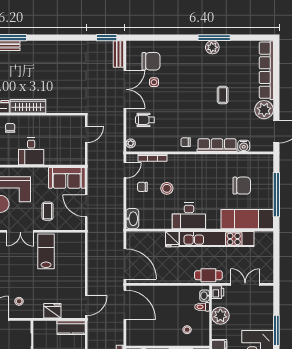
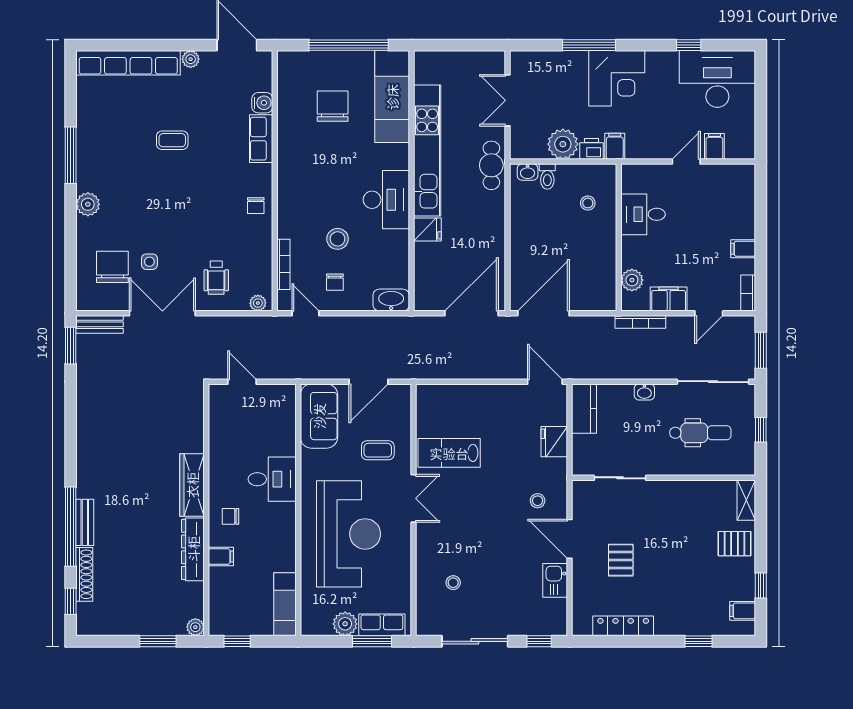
plant: (212, 47) -> (88, 204), moved
plant: (264, 110) -> (191, 59), width x0.53, depth x0.53
row of seats: (217, 145) -> (261, 139), width x0.68
printer: (218, 292) -> (592, 149), moved

